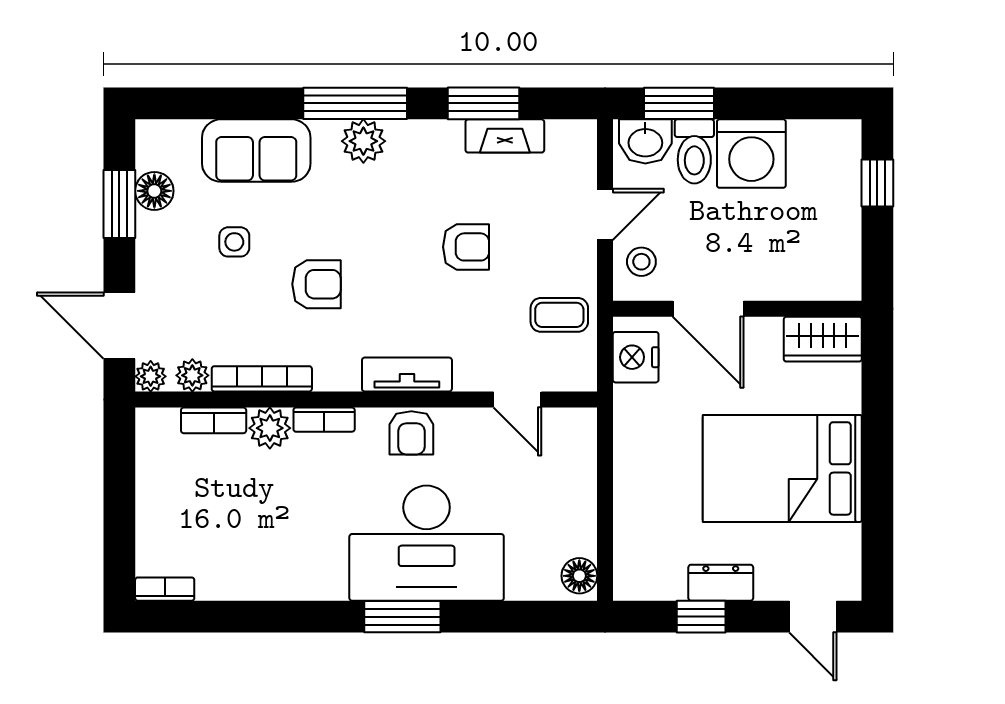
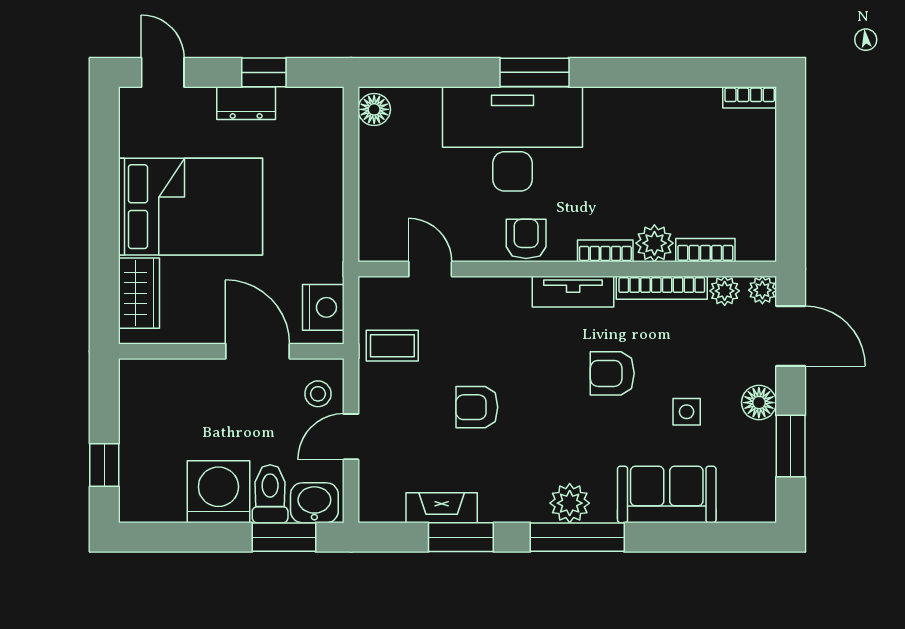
floor lamp: (154, 191) -> (759, 403), moved
wardrobe: (823, 339) -> (139, 293), moved, turned 90
tv unit: (407, 375) -> (573, 292), moved

